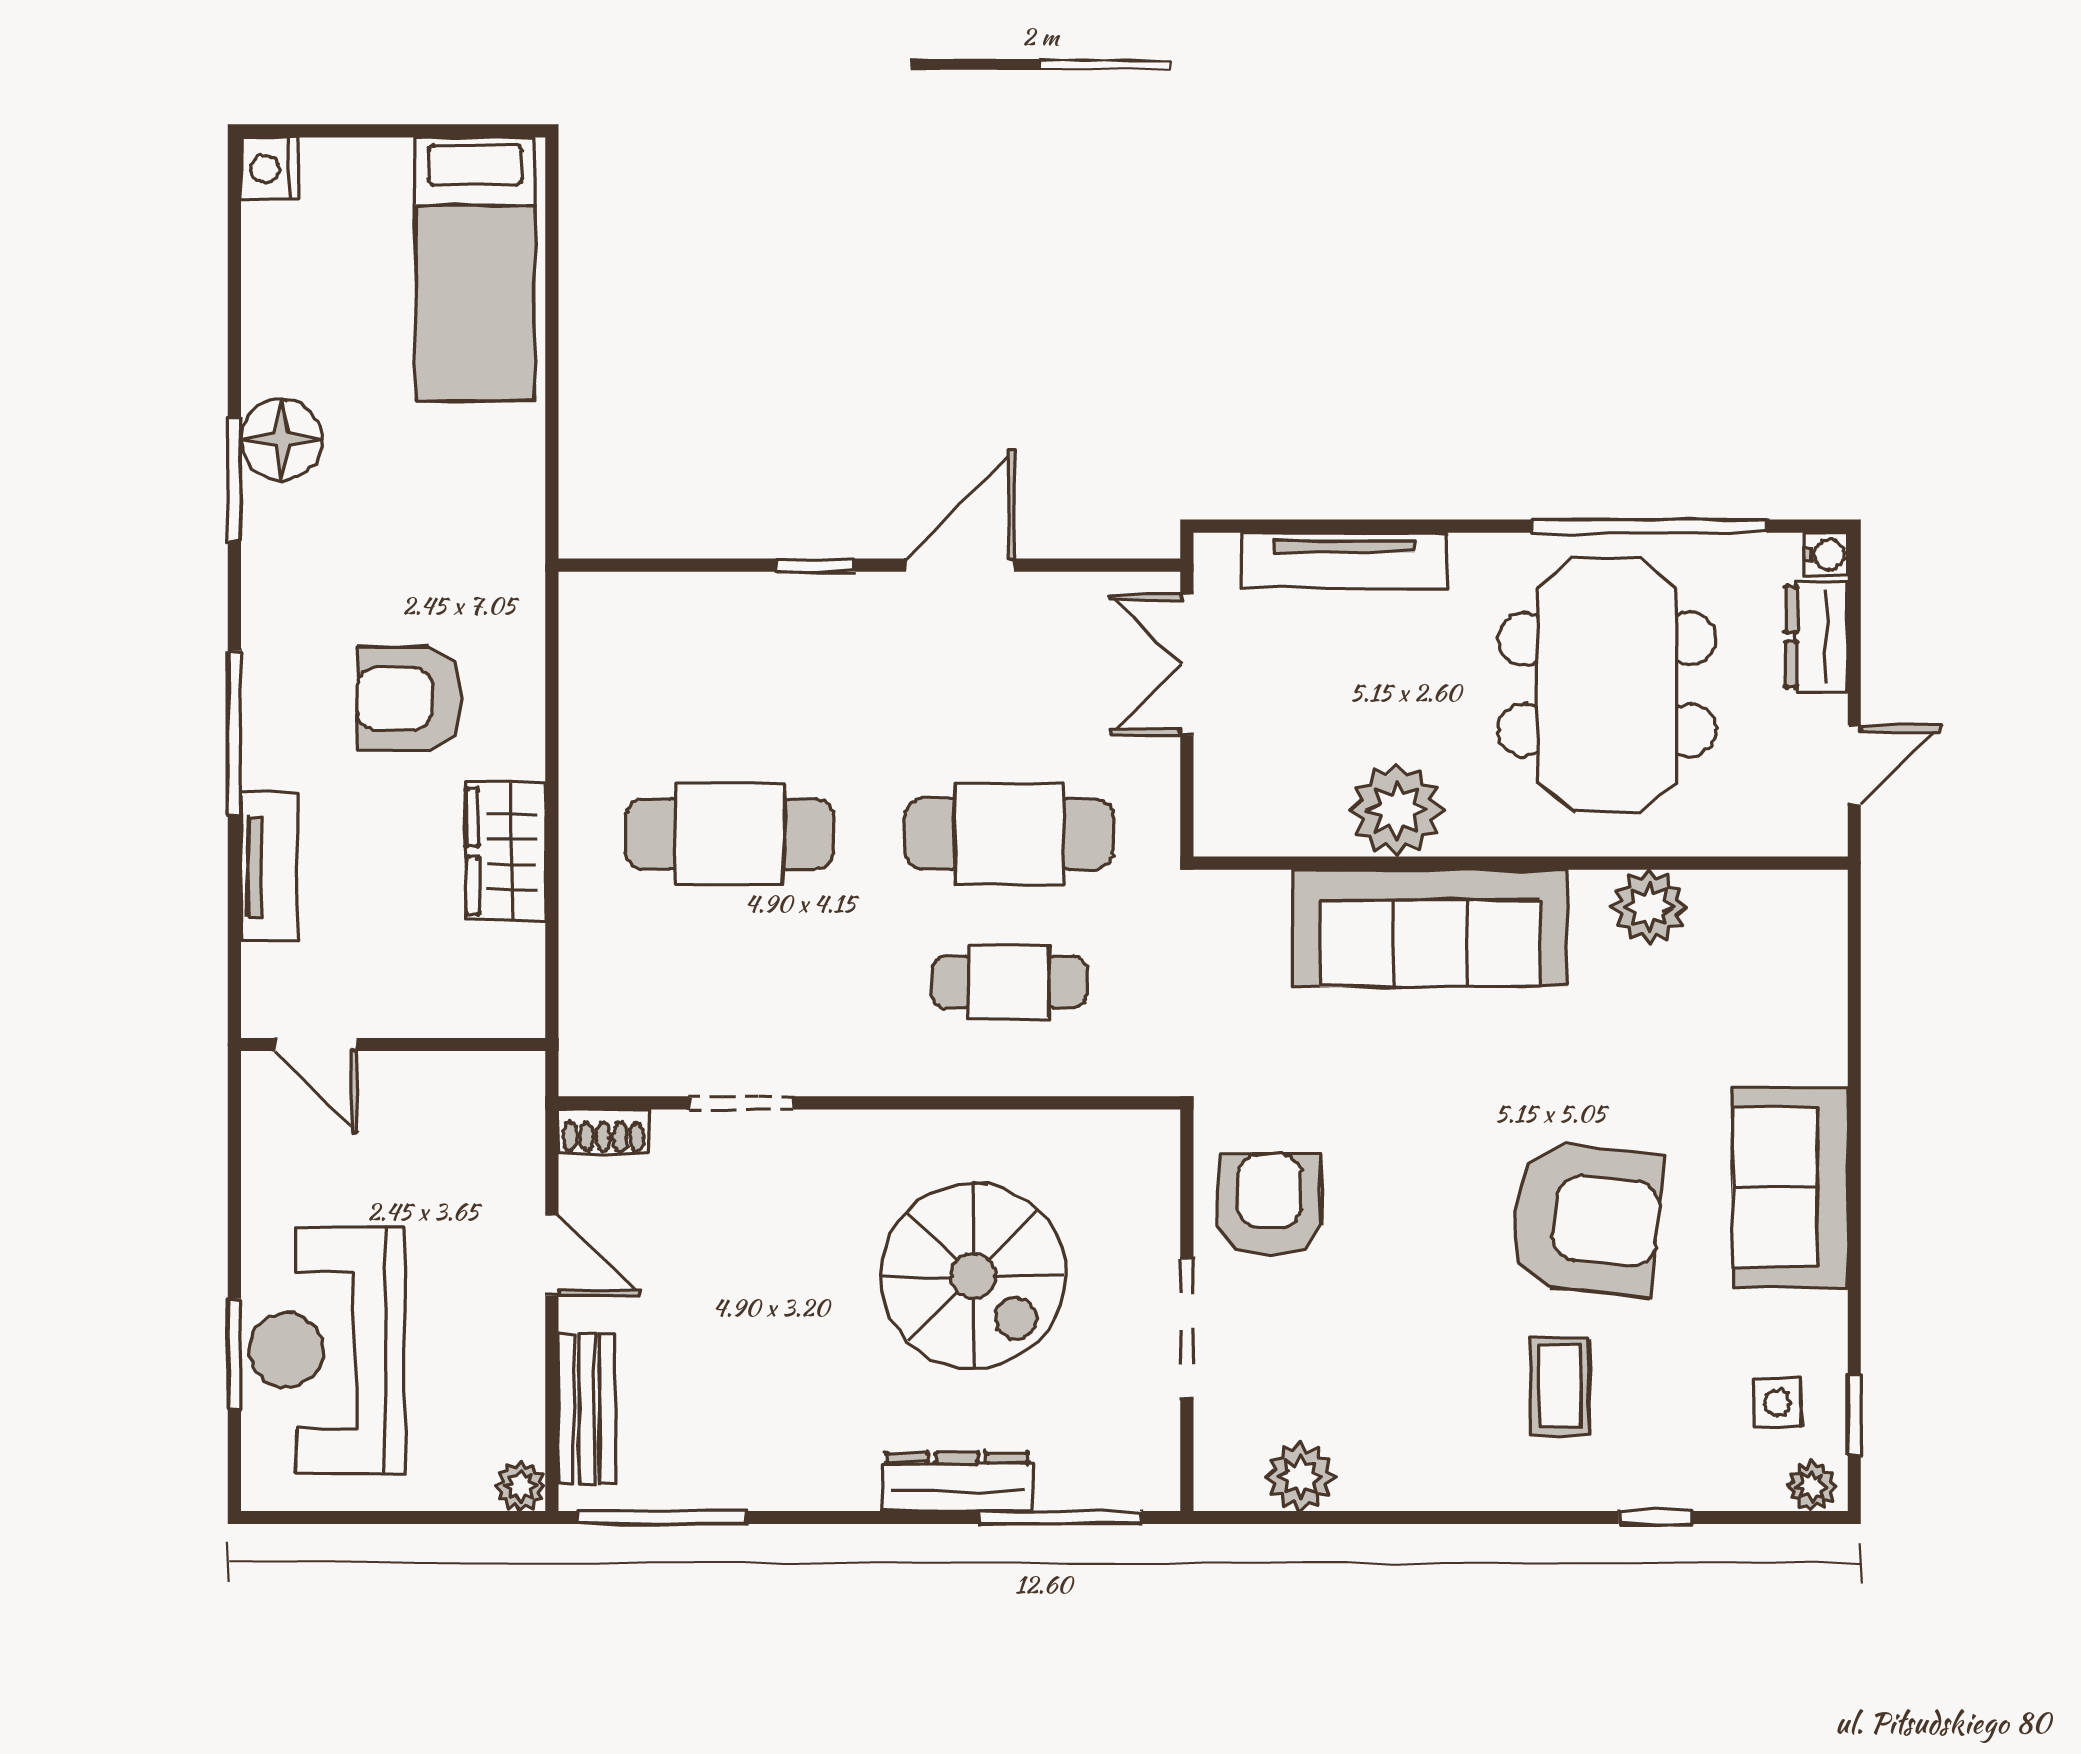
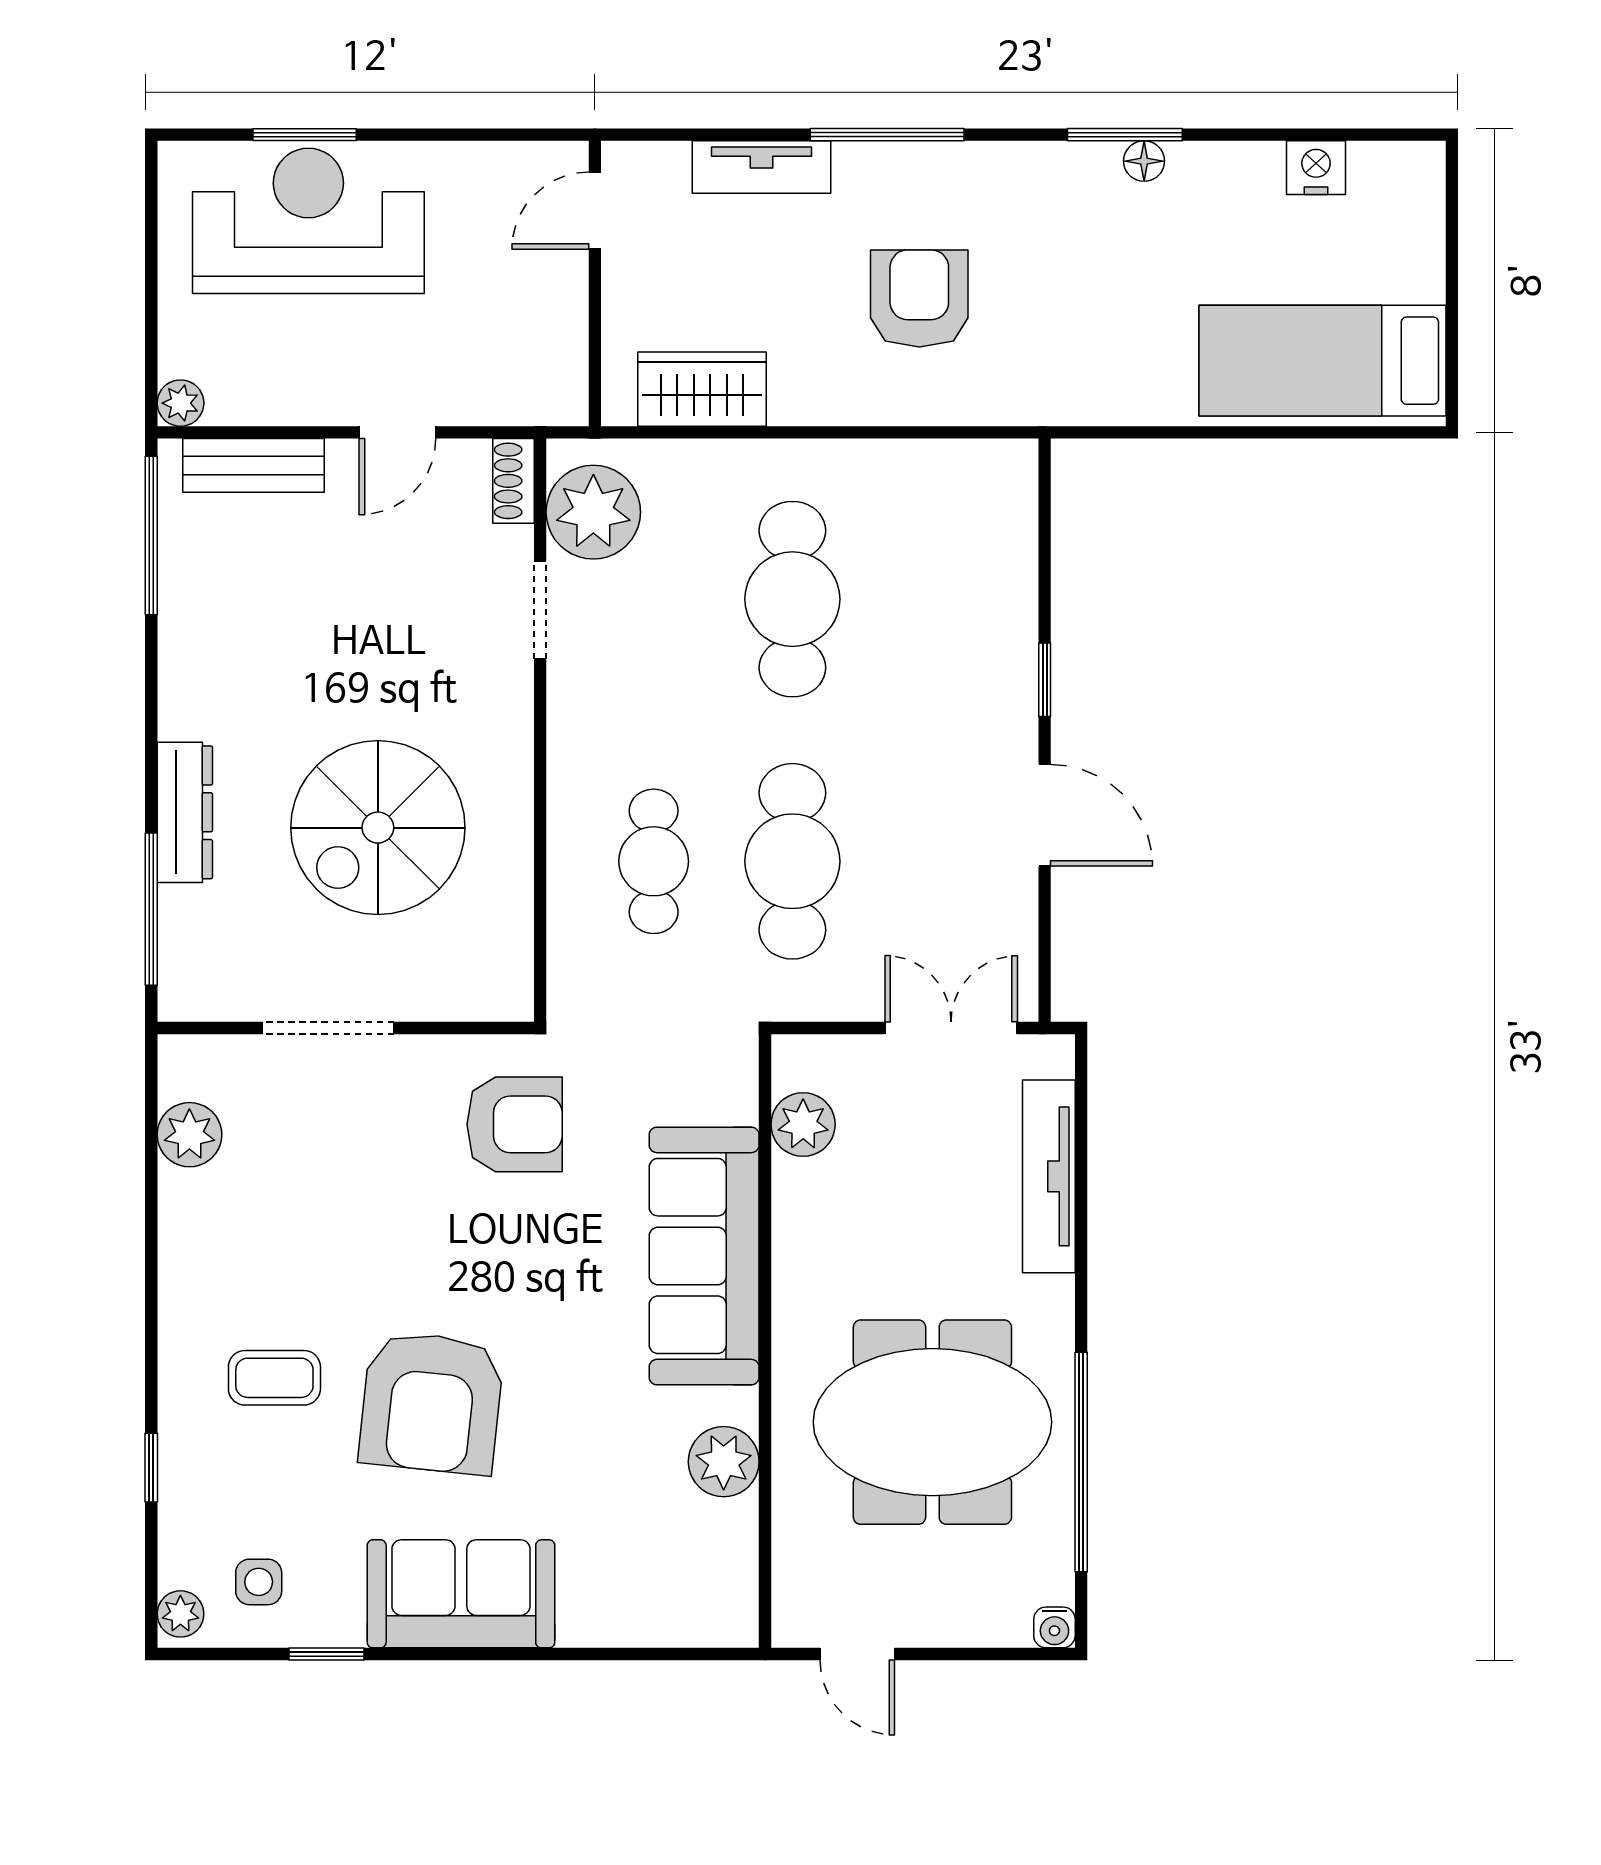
nightstand: (270, 169) -> (1316, 168), moved
floor lamp: (282, 440) -> (1144, 161), width x0.53, depth x0.53
dresser: (1817, 637) -> (977, 1619), removed
plant: (1397, 810) -> (803, 1124), moved, width x0.73, depth x0.73
wardrobe: (506, 851) -> (702, 389), moved
plant: (637, 1046) -> (593, 512), added
armchair: (1270, 1205) -> (515, 1124), moved
window: (1854, 1415) -> (327, 1654), moved

